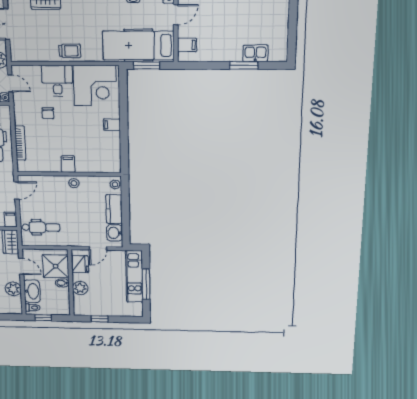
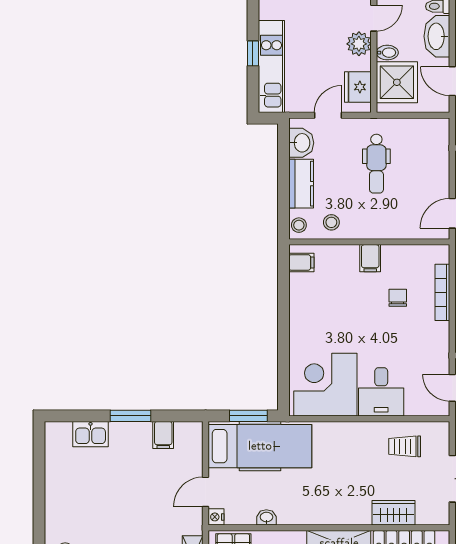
filing cabinet: (187, 45) -> (163, 435), moved, turned -90
trolley: (70, 51) -> (405, 446), moved
window: (244, 65) -> (130, 416), moved
chair: (48, 113) -> (398, 298), moved
filing cabinet: (112, 125) -> (301, 262), moved
stool: (74, 183) -> (331, 222), moved
dental chair: (41, 227) -> (376, 164), moved, turned -90
window: (146, 284) -> (253, 53), width x0.46
door: (71, 302) -> (374, 18), added

